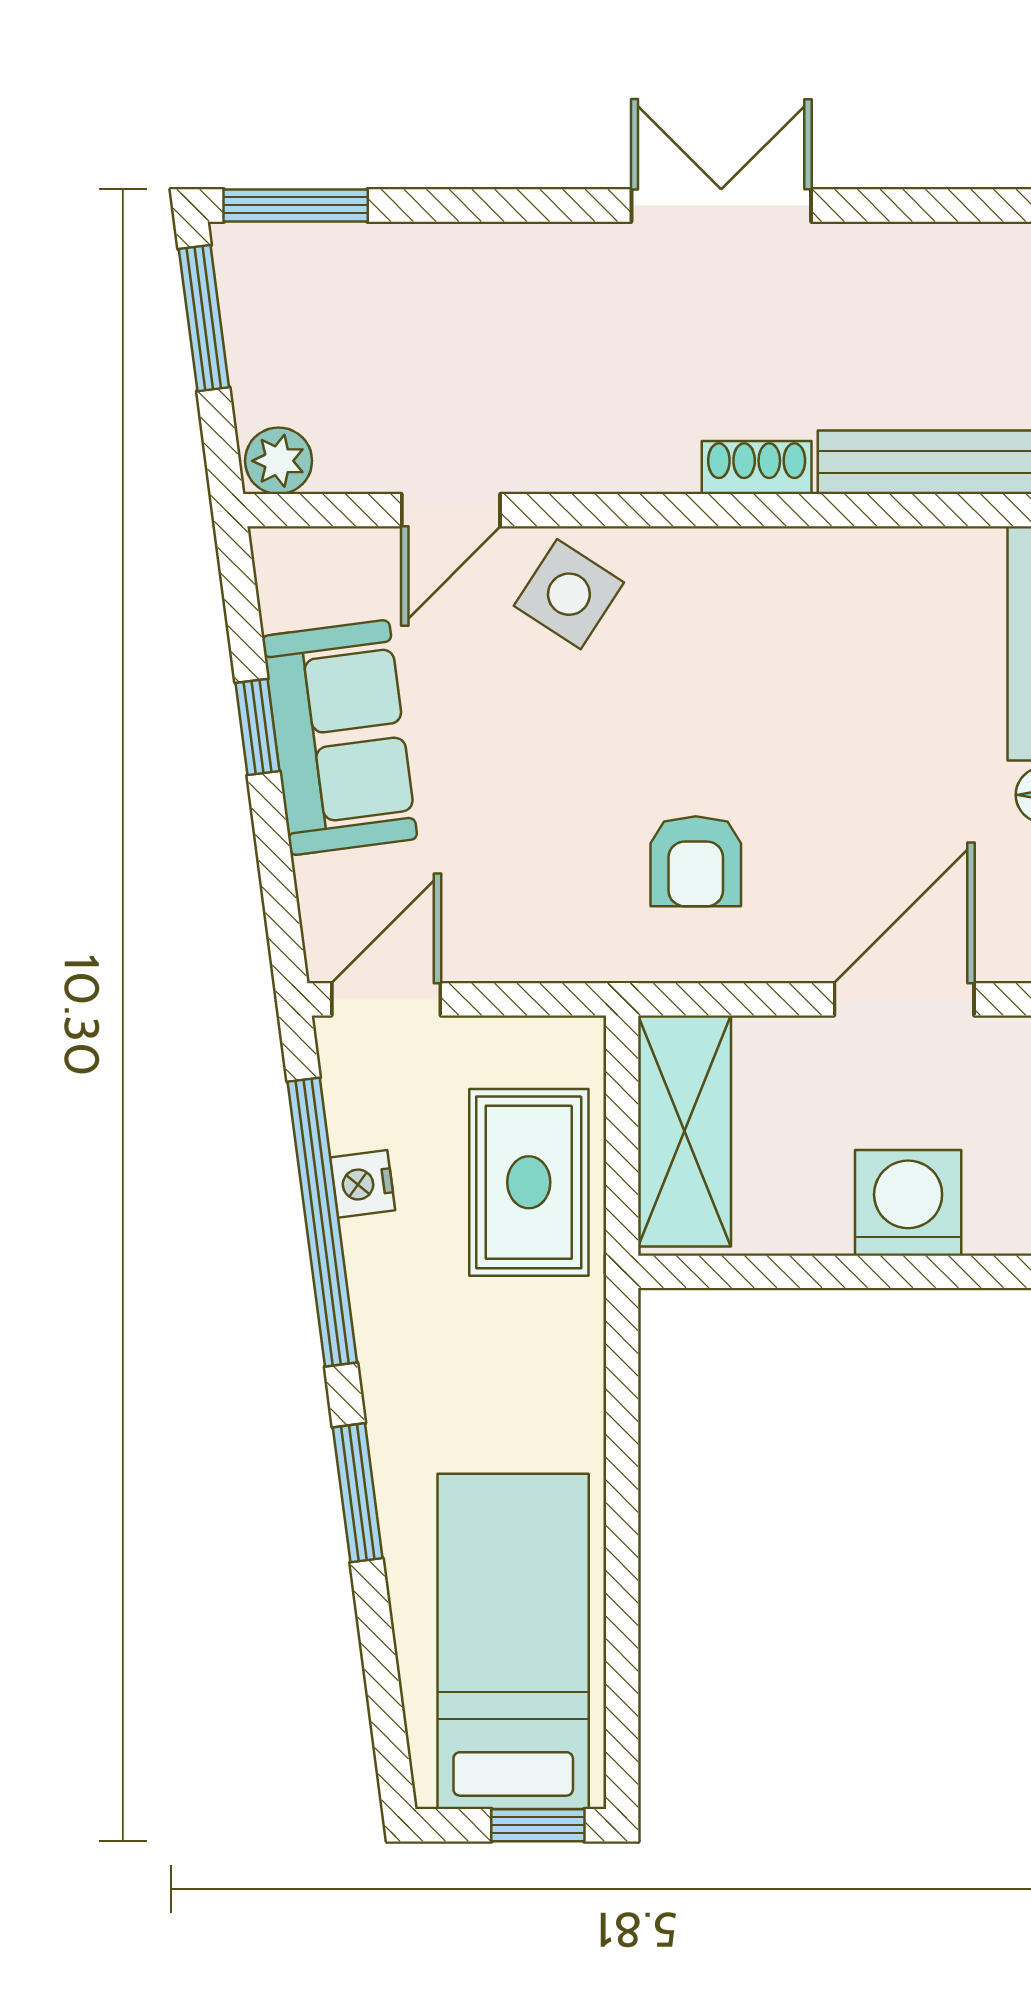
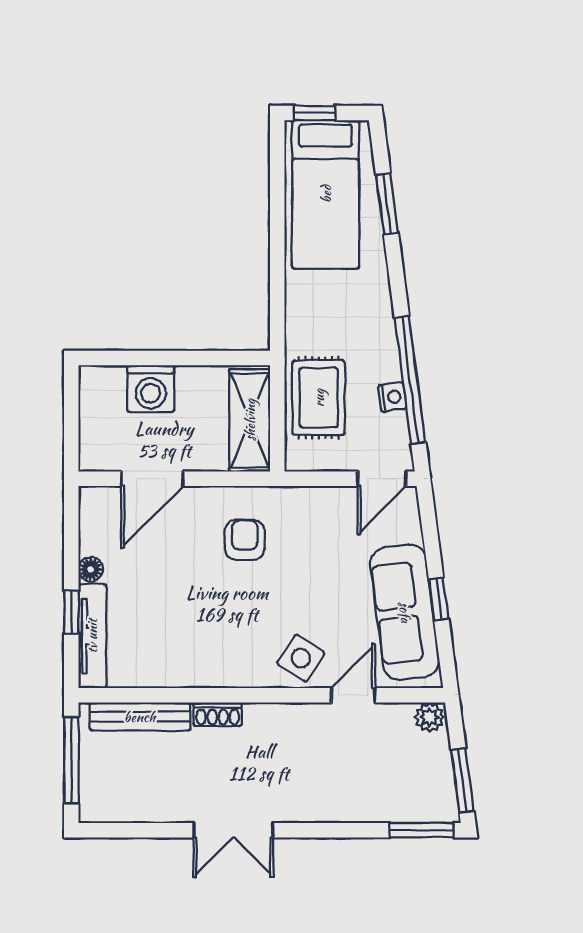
sofa: (340, 738) -> (405, 612), width x1.36
window: (358, 1493) -> (387, 204), moved

